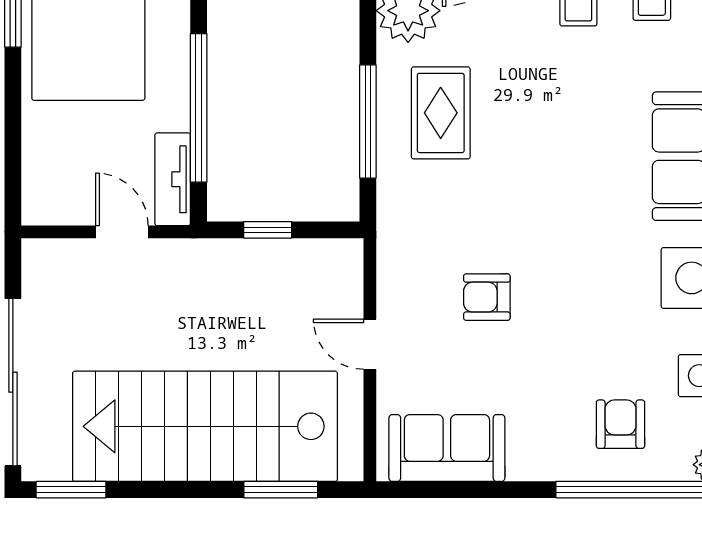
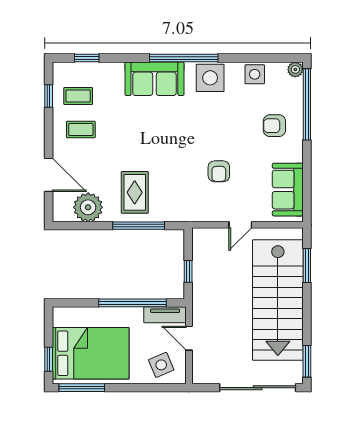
rug: (441, 113) -> (135, 192), turned 90
side table: (63, 171) -> (161, 365), added
door: (122, 232) -> (189, 338), hinge flipped
armchair: (620, 424) -> (274, 126), moved

